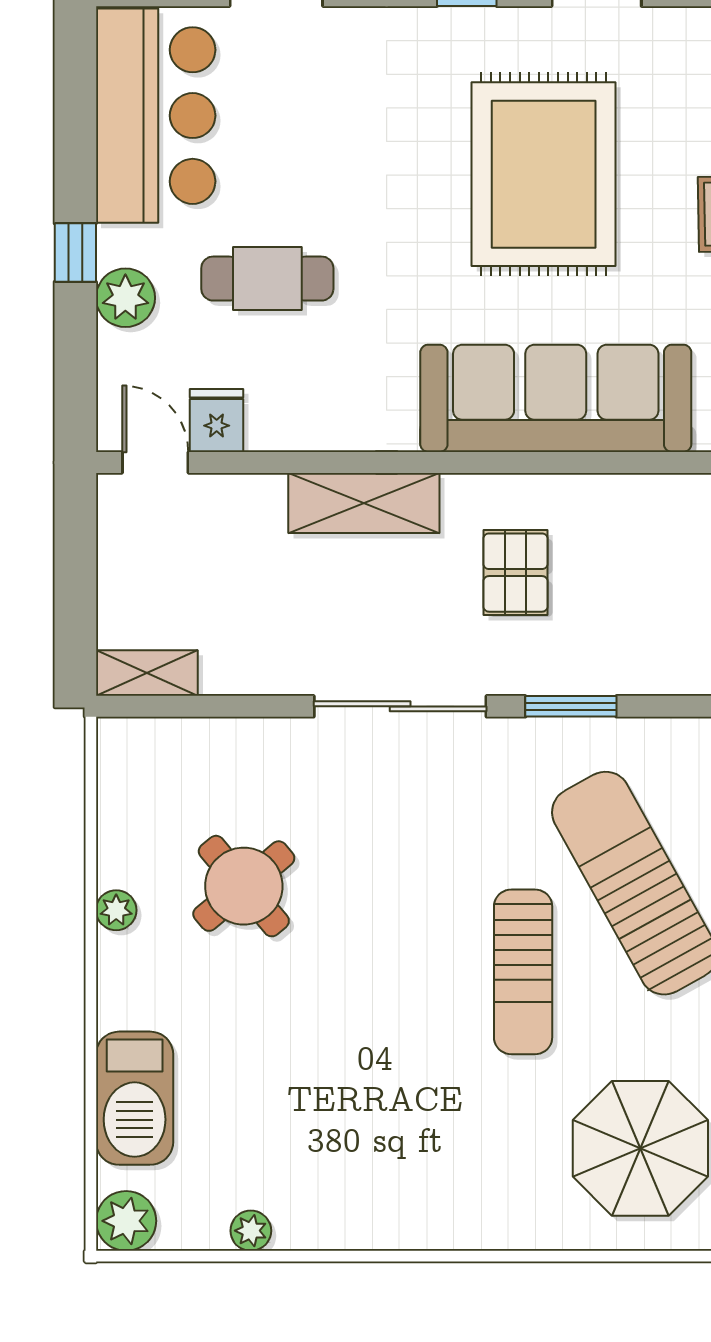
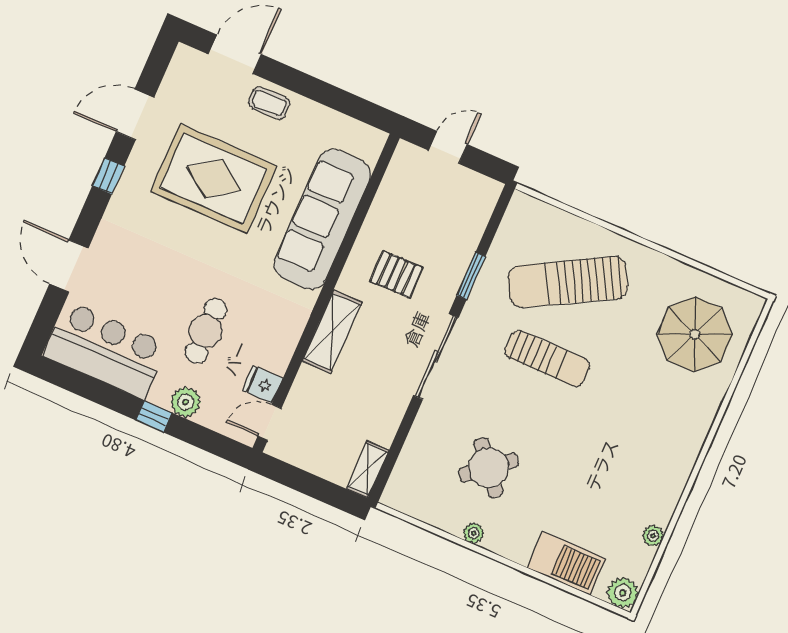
sun lounger: (523, 972) -> (547, 358), moved

